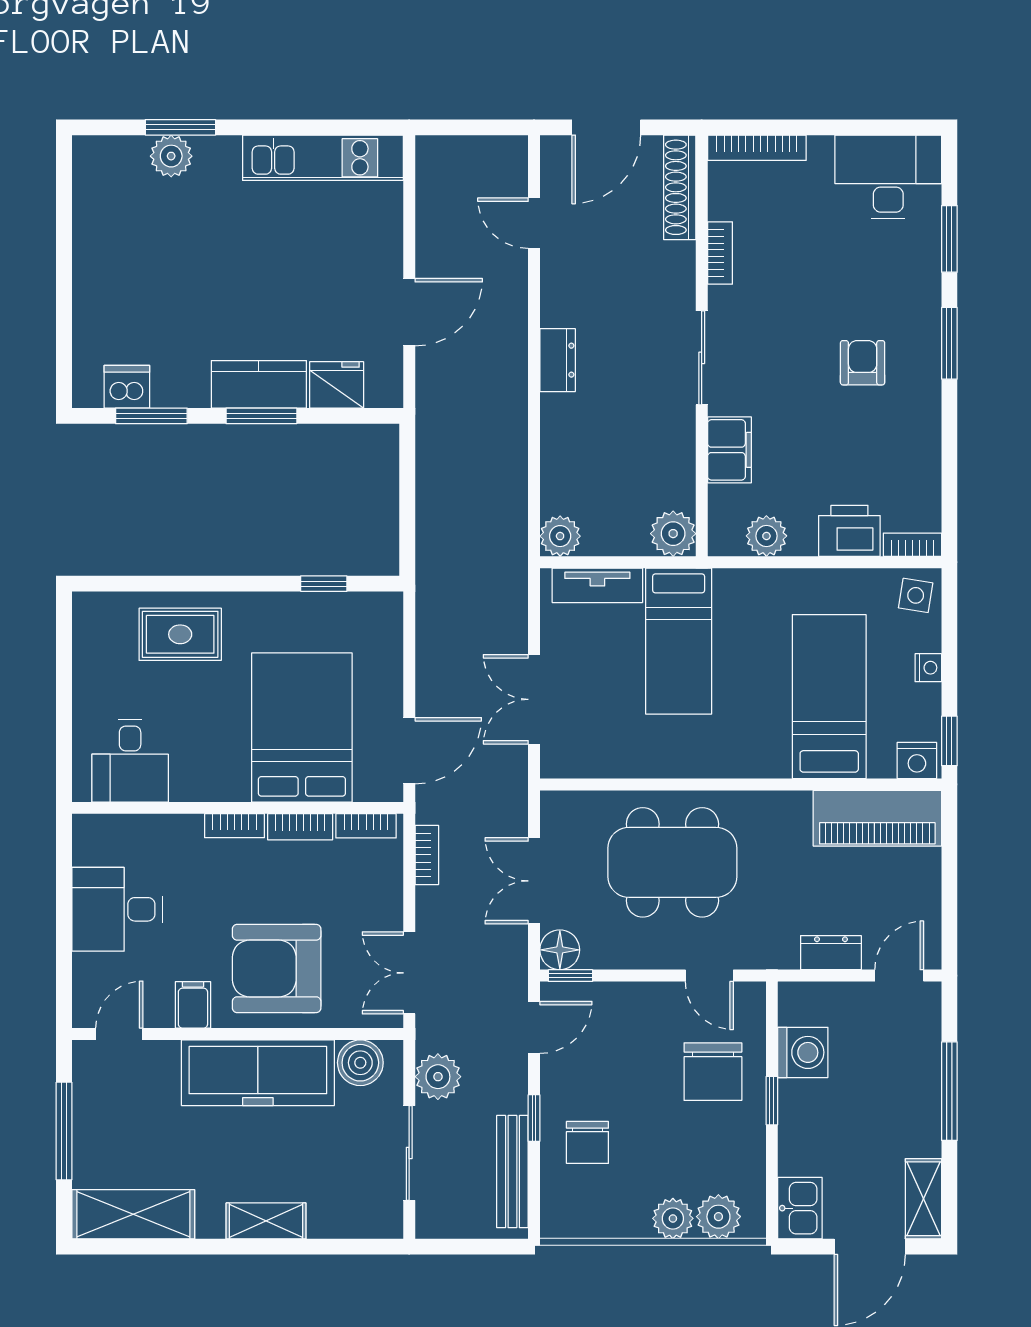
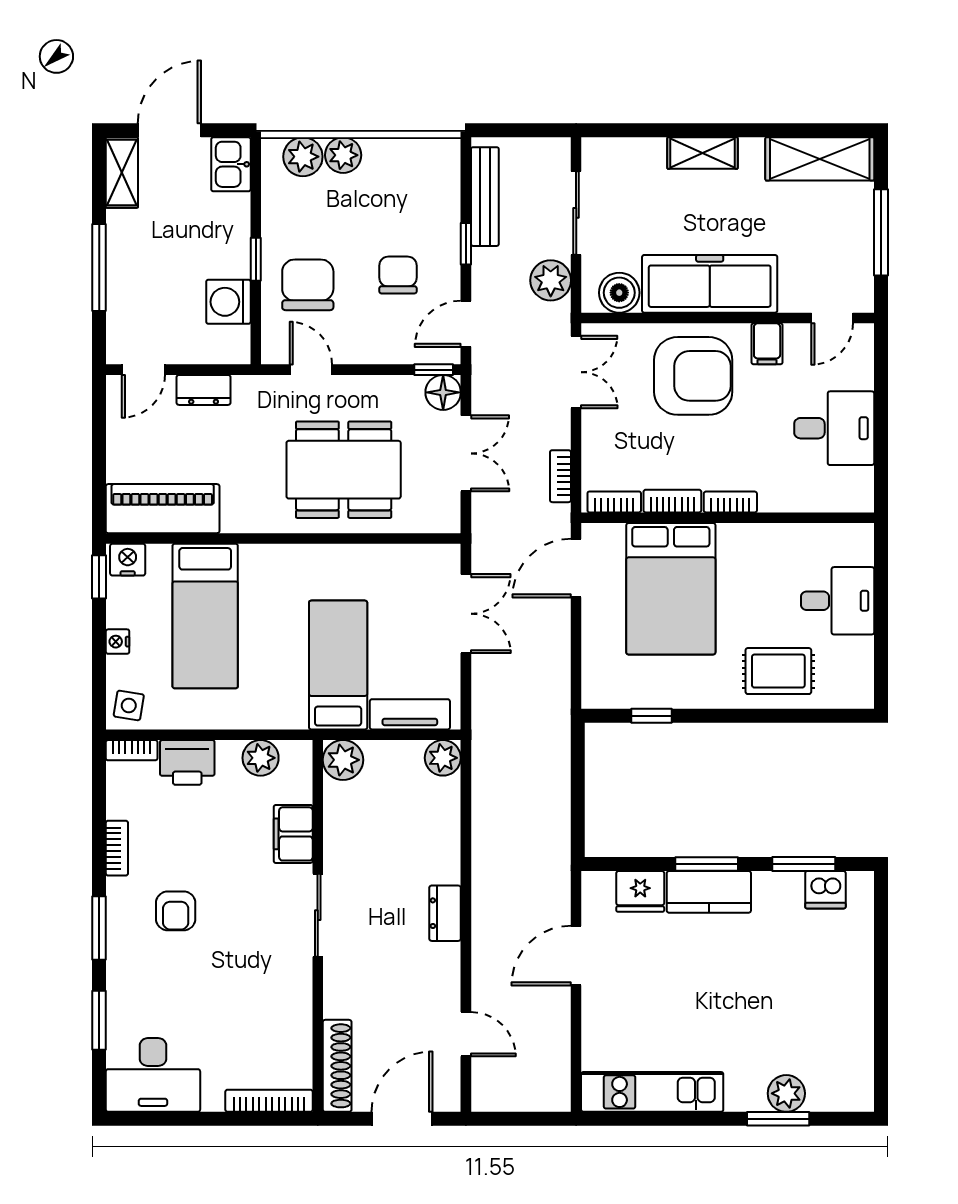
bookcase: (720, 253) -> (117, 848), moved, turned 180
desk: (130, 761) -> (838, 601), moved, turned 90
chair: (587, 1142) -> (398, 275), moved

